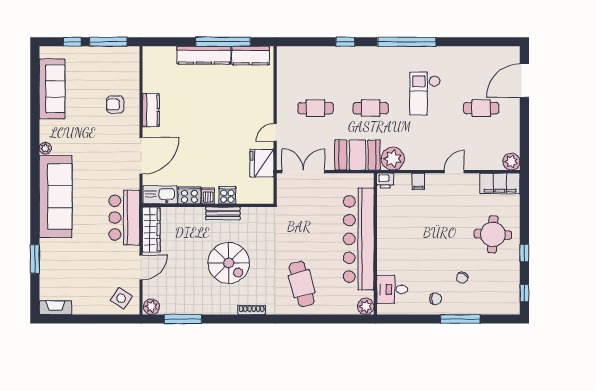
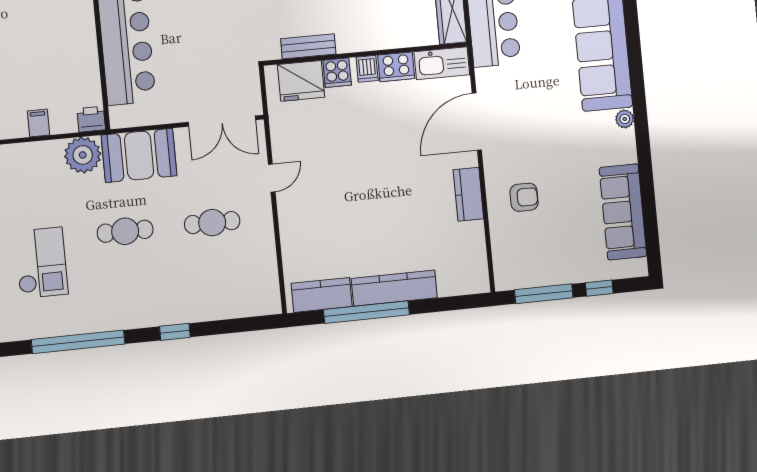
fridge: (262, 163) -> (301, 81), moved, turned 90
bench: (223, 213) -> (308, 46), moved

